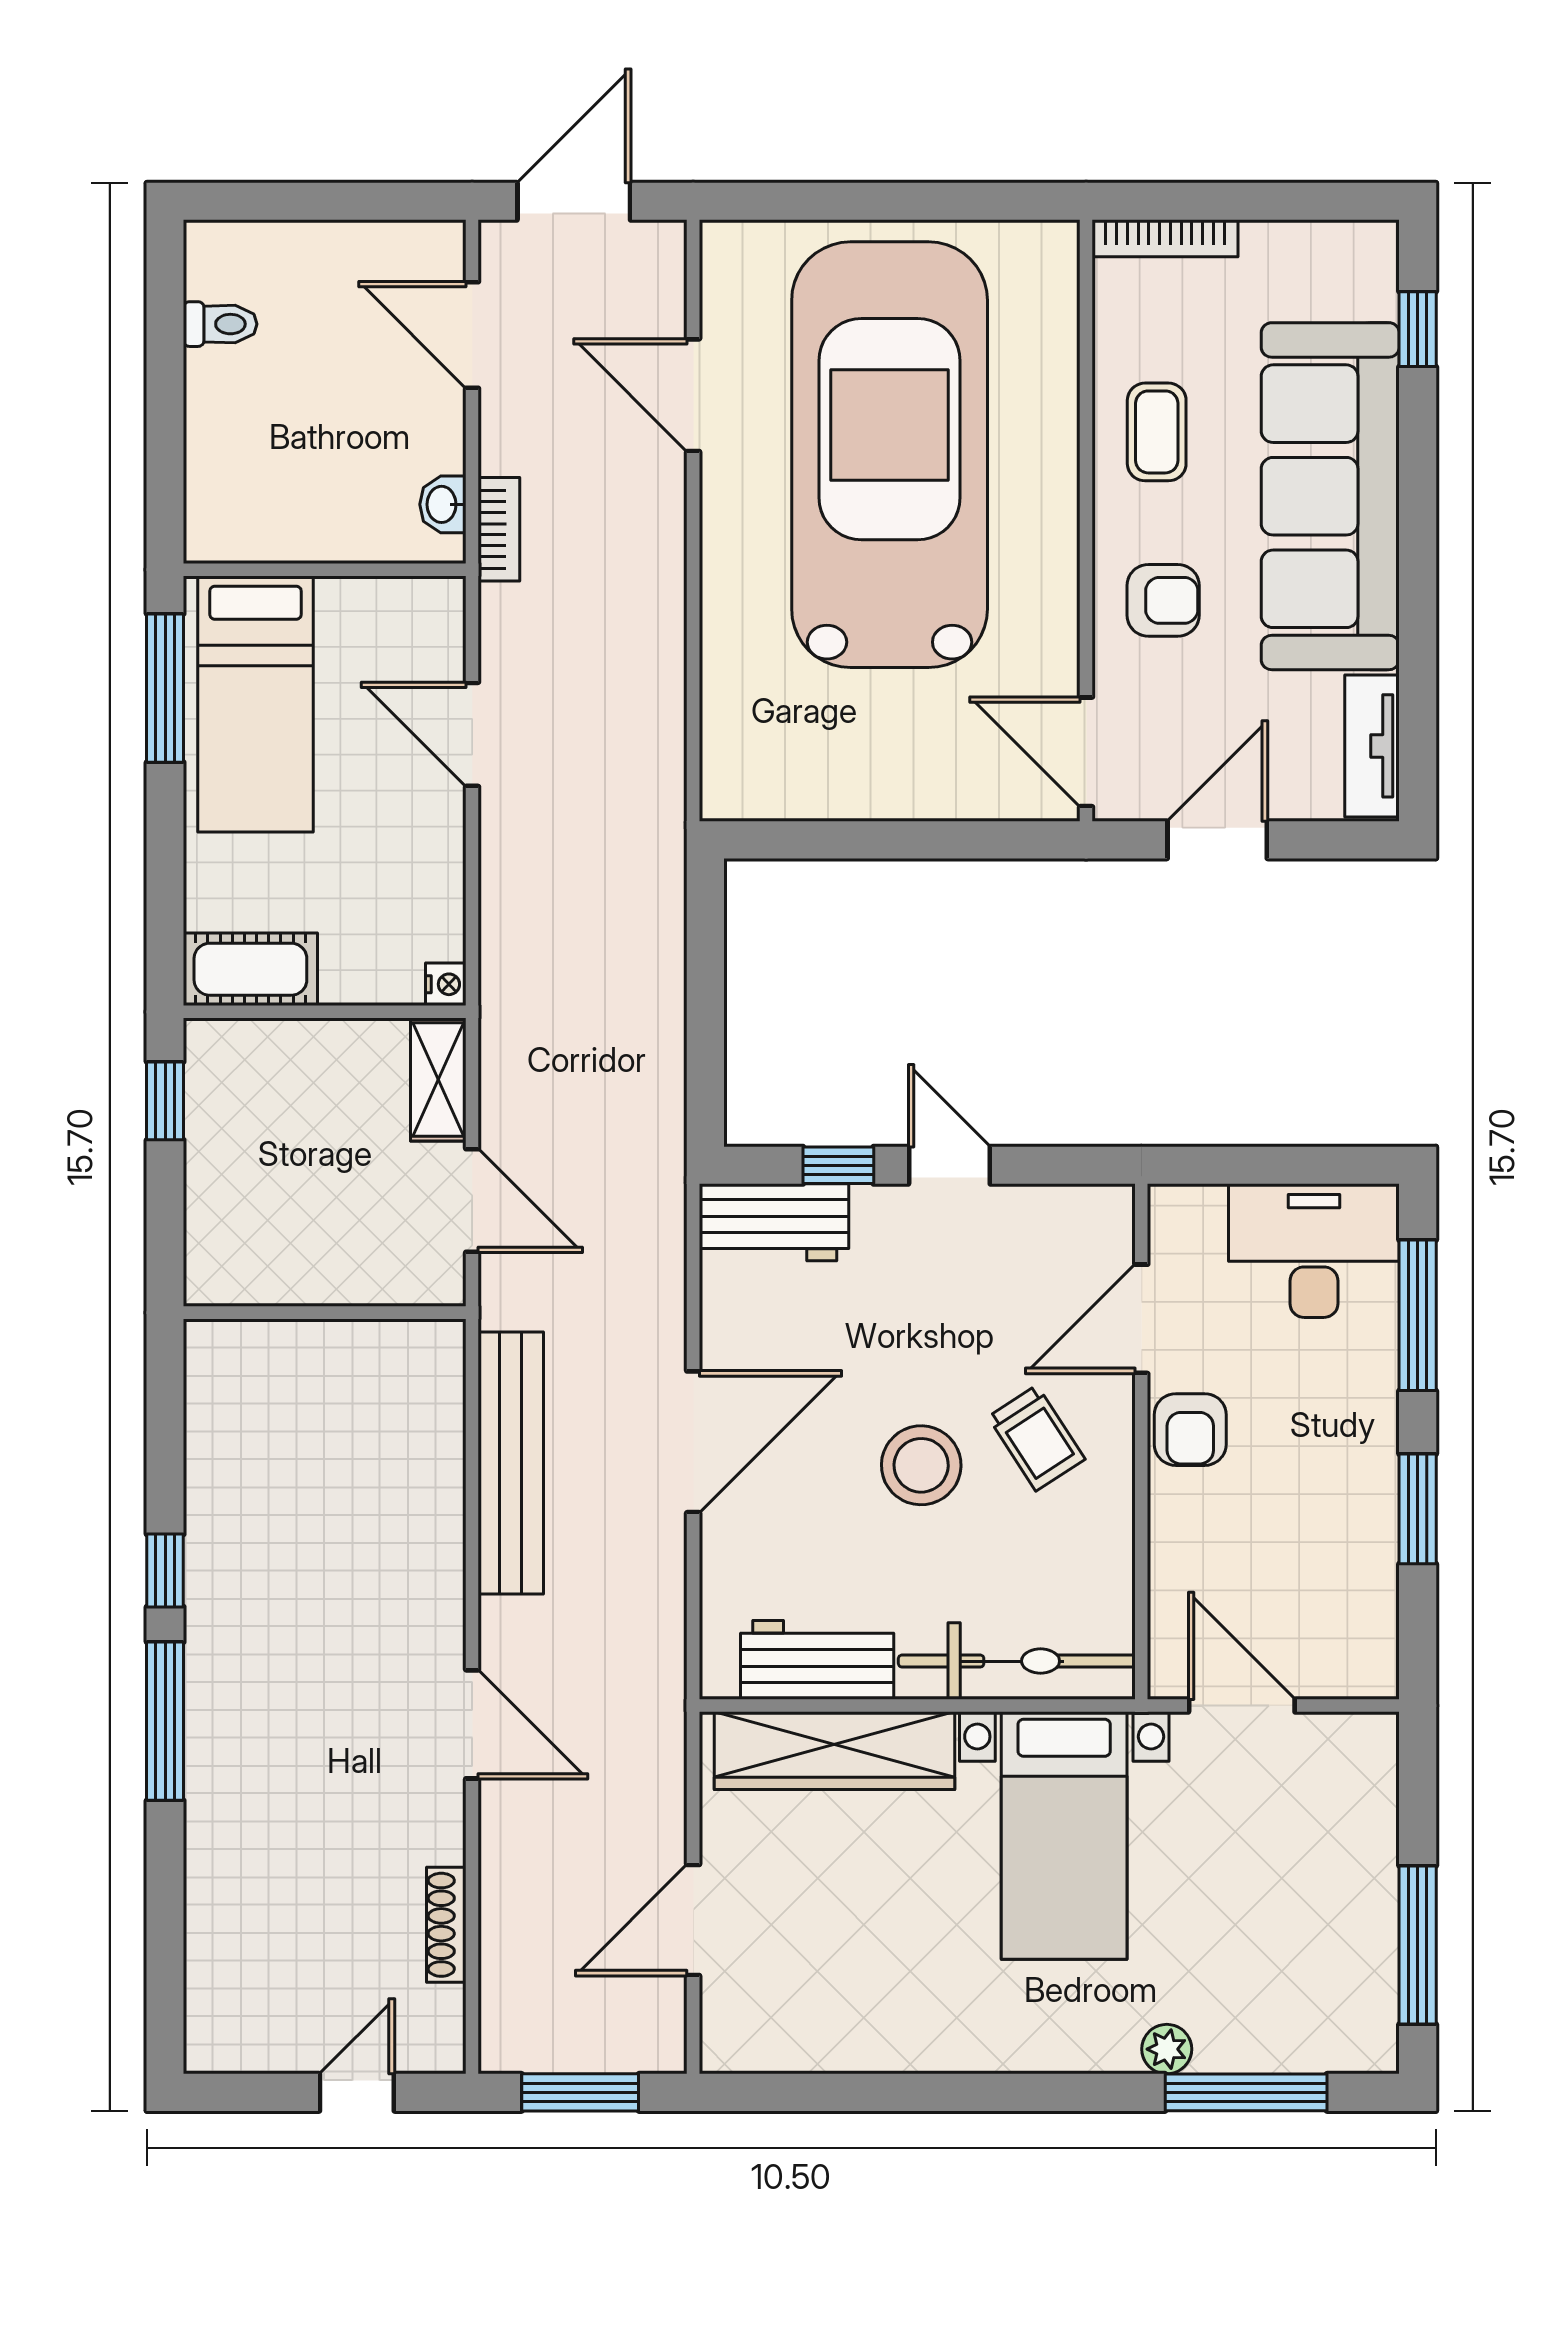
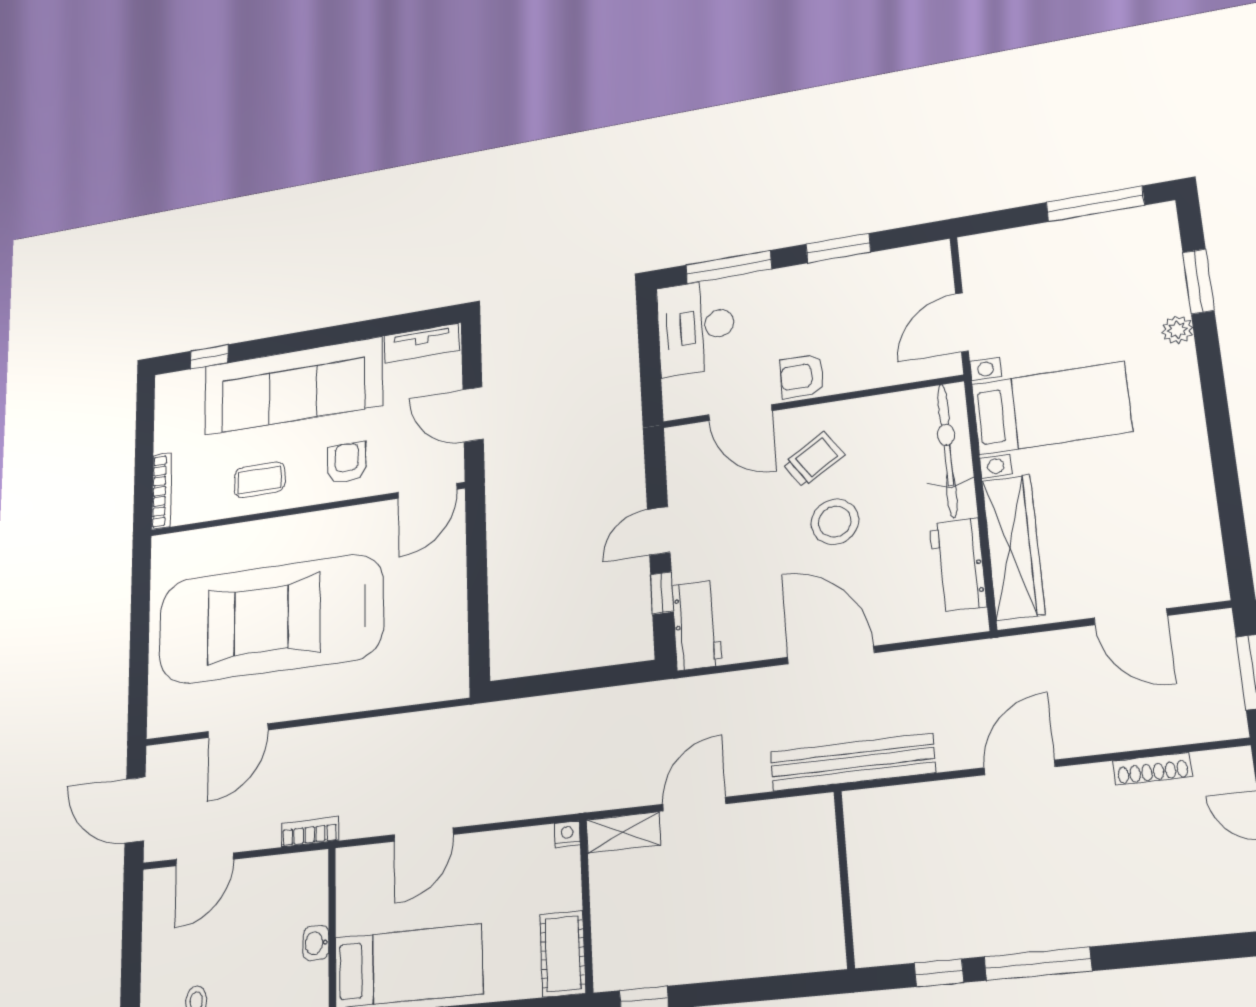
washbasin: (443, 504) -> (316, 943), moved, turned 90
wall: (325, 1313) -> (844, 879), moved
armchair: (1190, 1430) -> (802, 376), turned 180
window: (1246, 2092) -> (1198, 282), width x0.69

